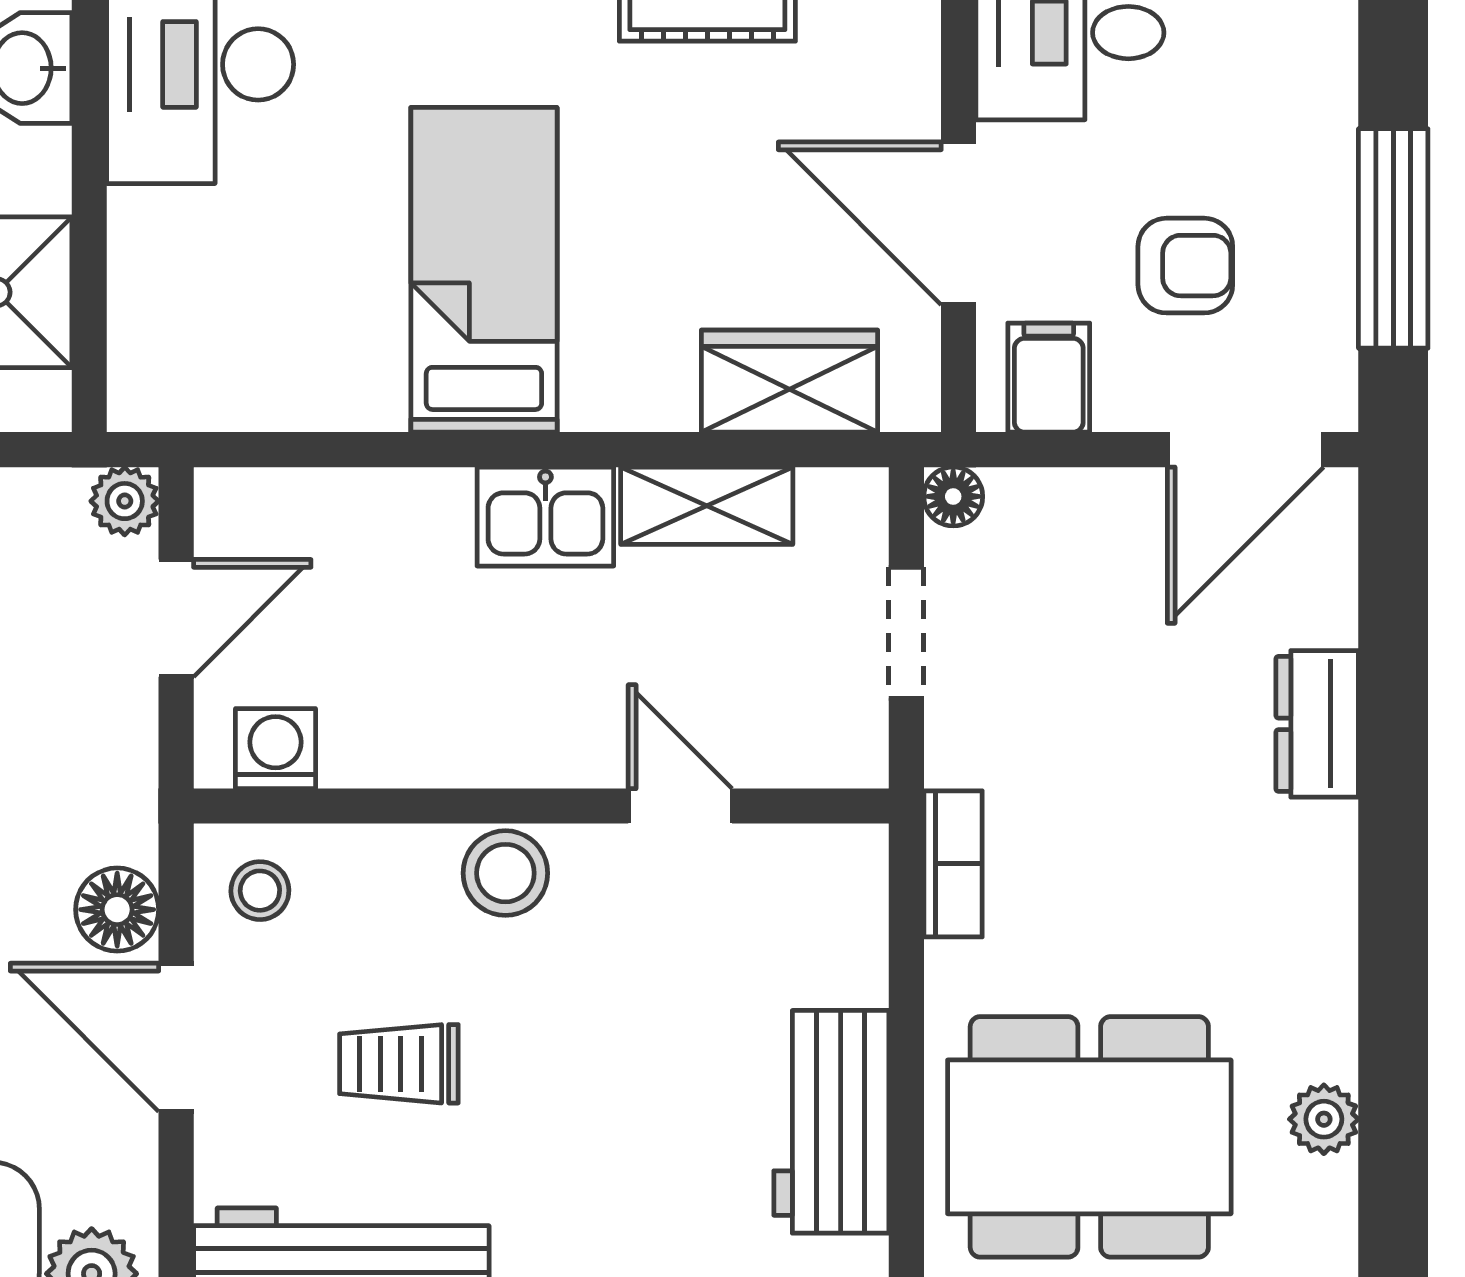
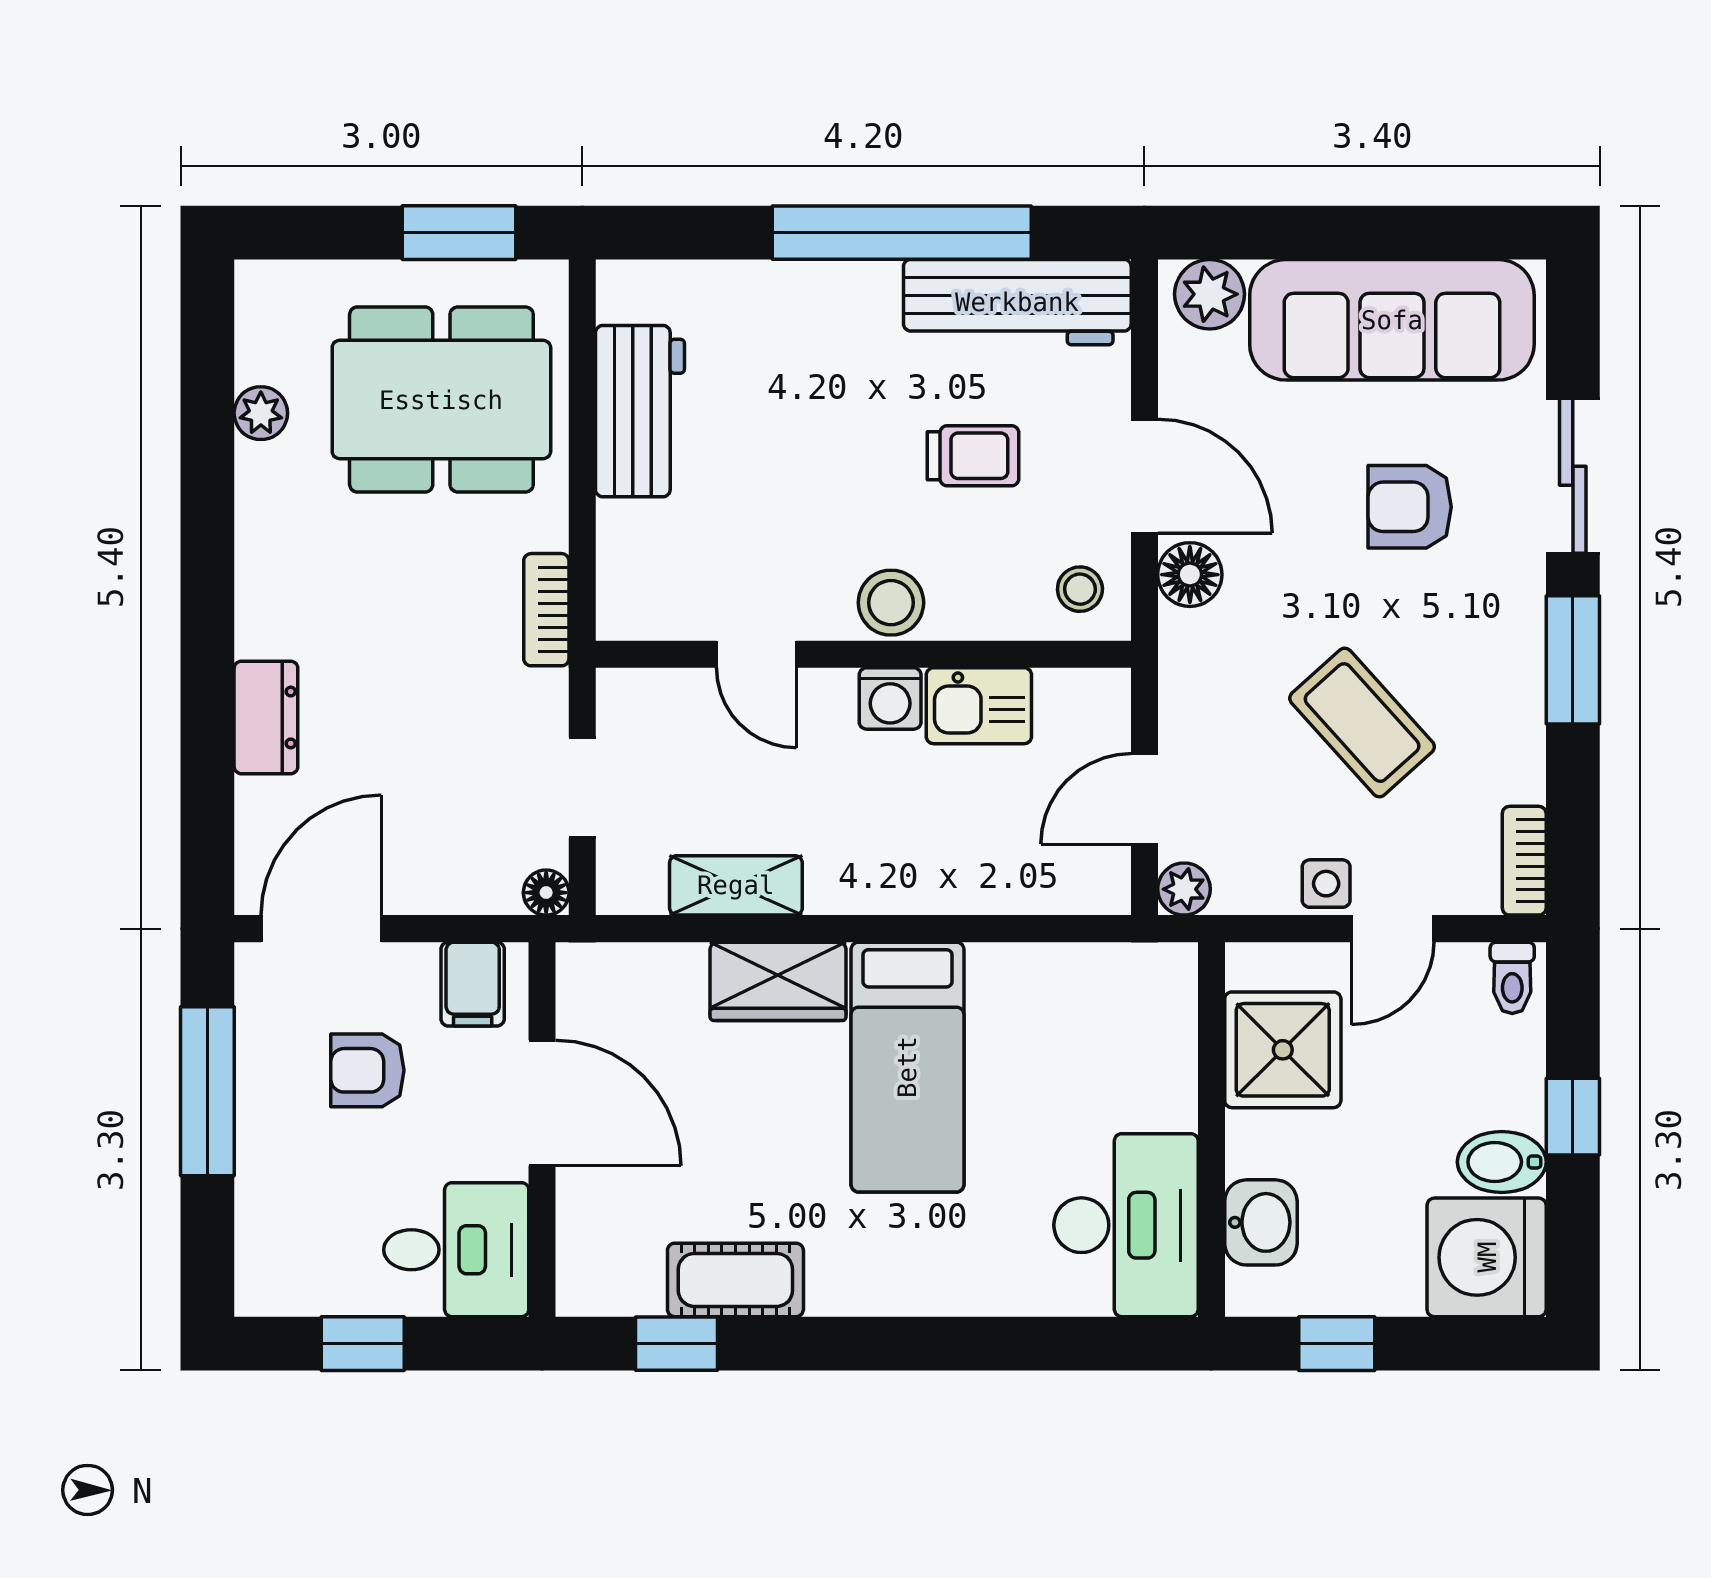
wardrobe: (789, 381) -> (778, 981), moved
kitchen sink: (545, 517) -> (979, 706), moved, turned 180
washing machine: (276, 749) -> (890, 698), moved

